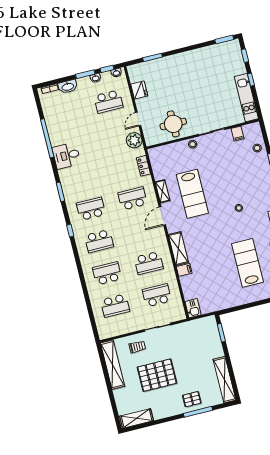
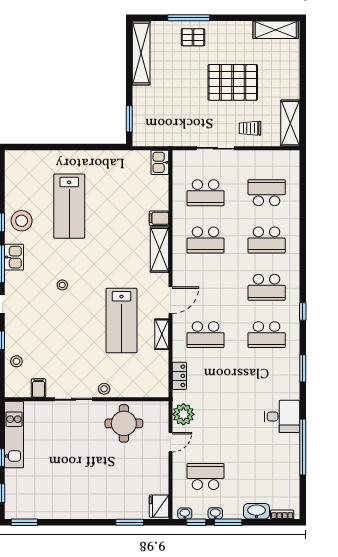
fridge: (139, 90) -> (159, 506), moved
lab bench: (192, 194) -> (121, 320), turned 180
school desk: (99, 241) -> (267, 287), turned 180
school desk: (149, 263) -> (206, 240), turned 180
shelving: (113, 365) -> (290, 123), width x0.68

